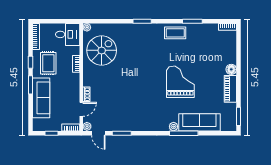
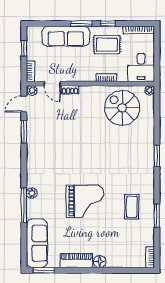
coffee table: (175, 33) -> (132, 207), moved
spiral stairs: (102, 50) -> (122, 108), turned 180
sofa: (199, 122) -> (37, 243), moved

